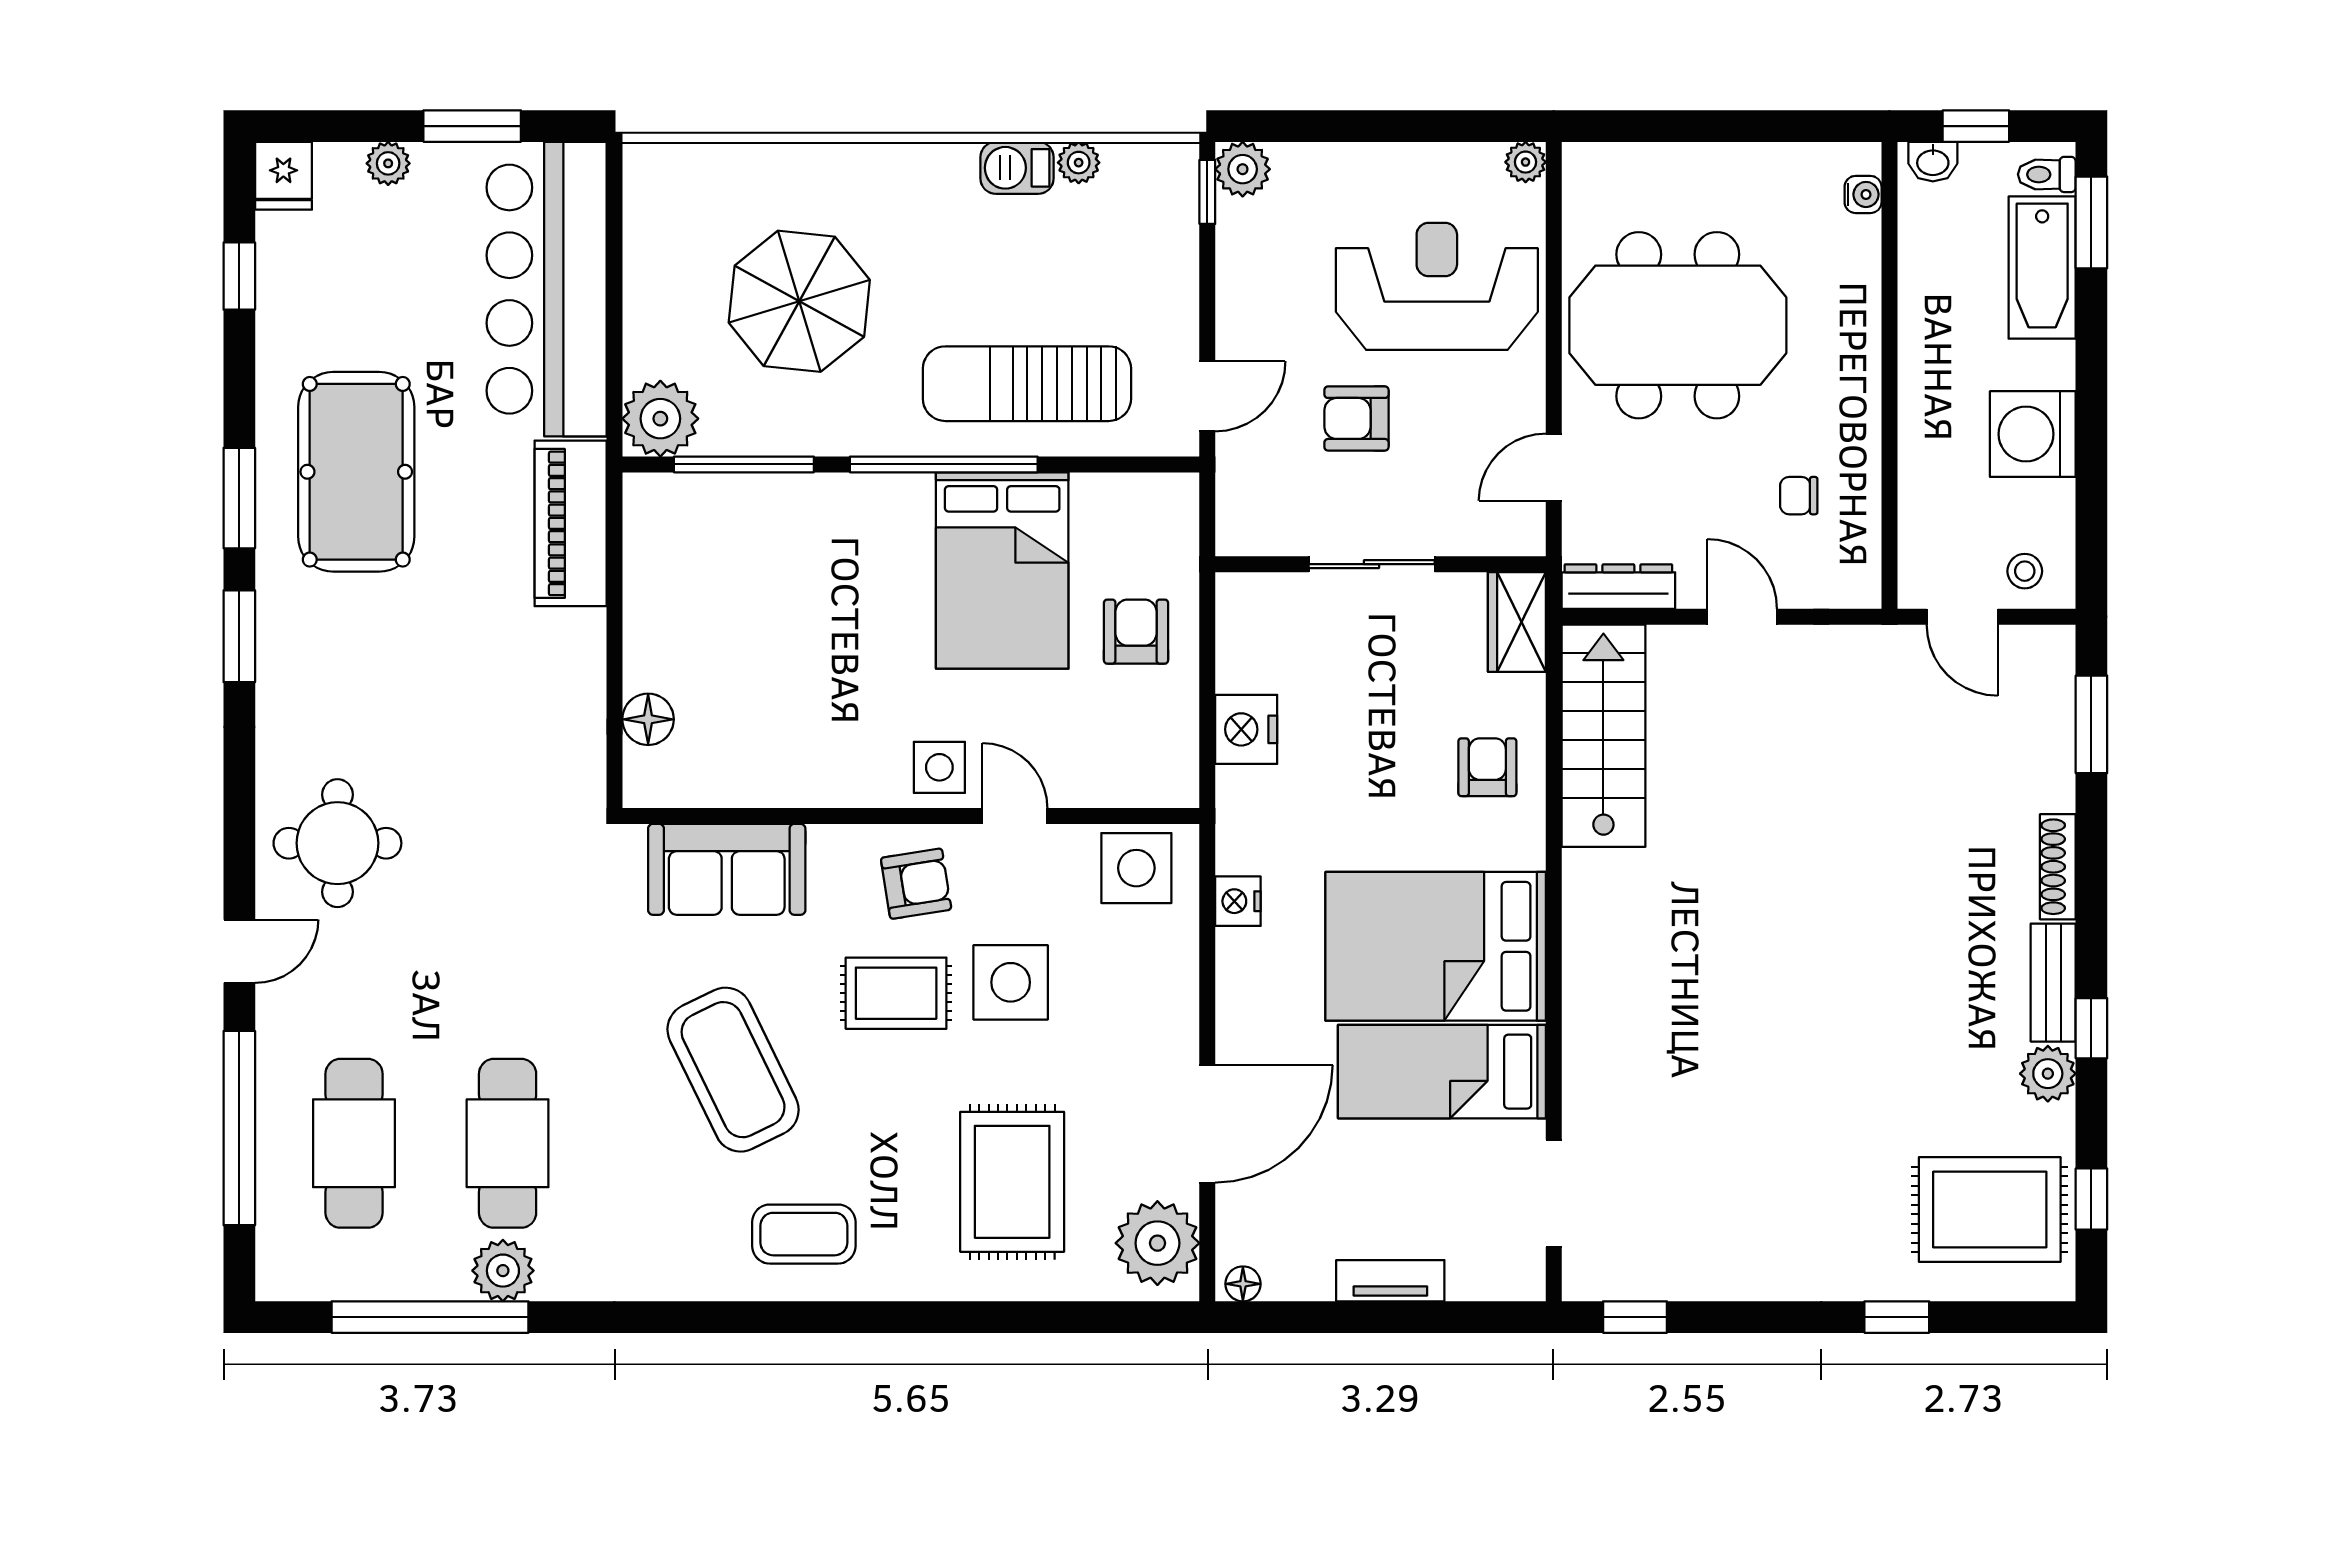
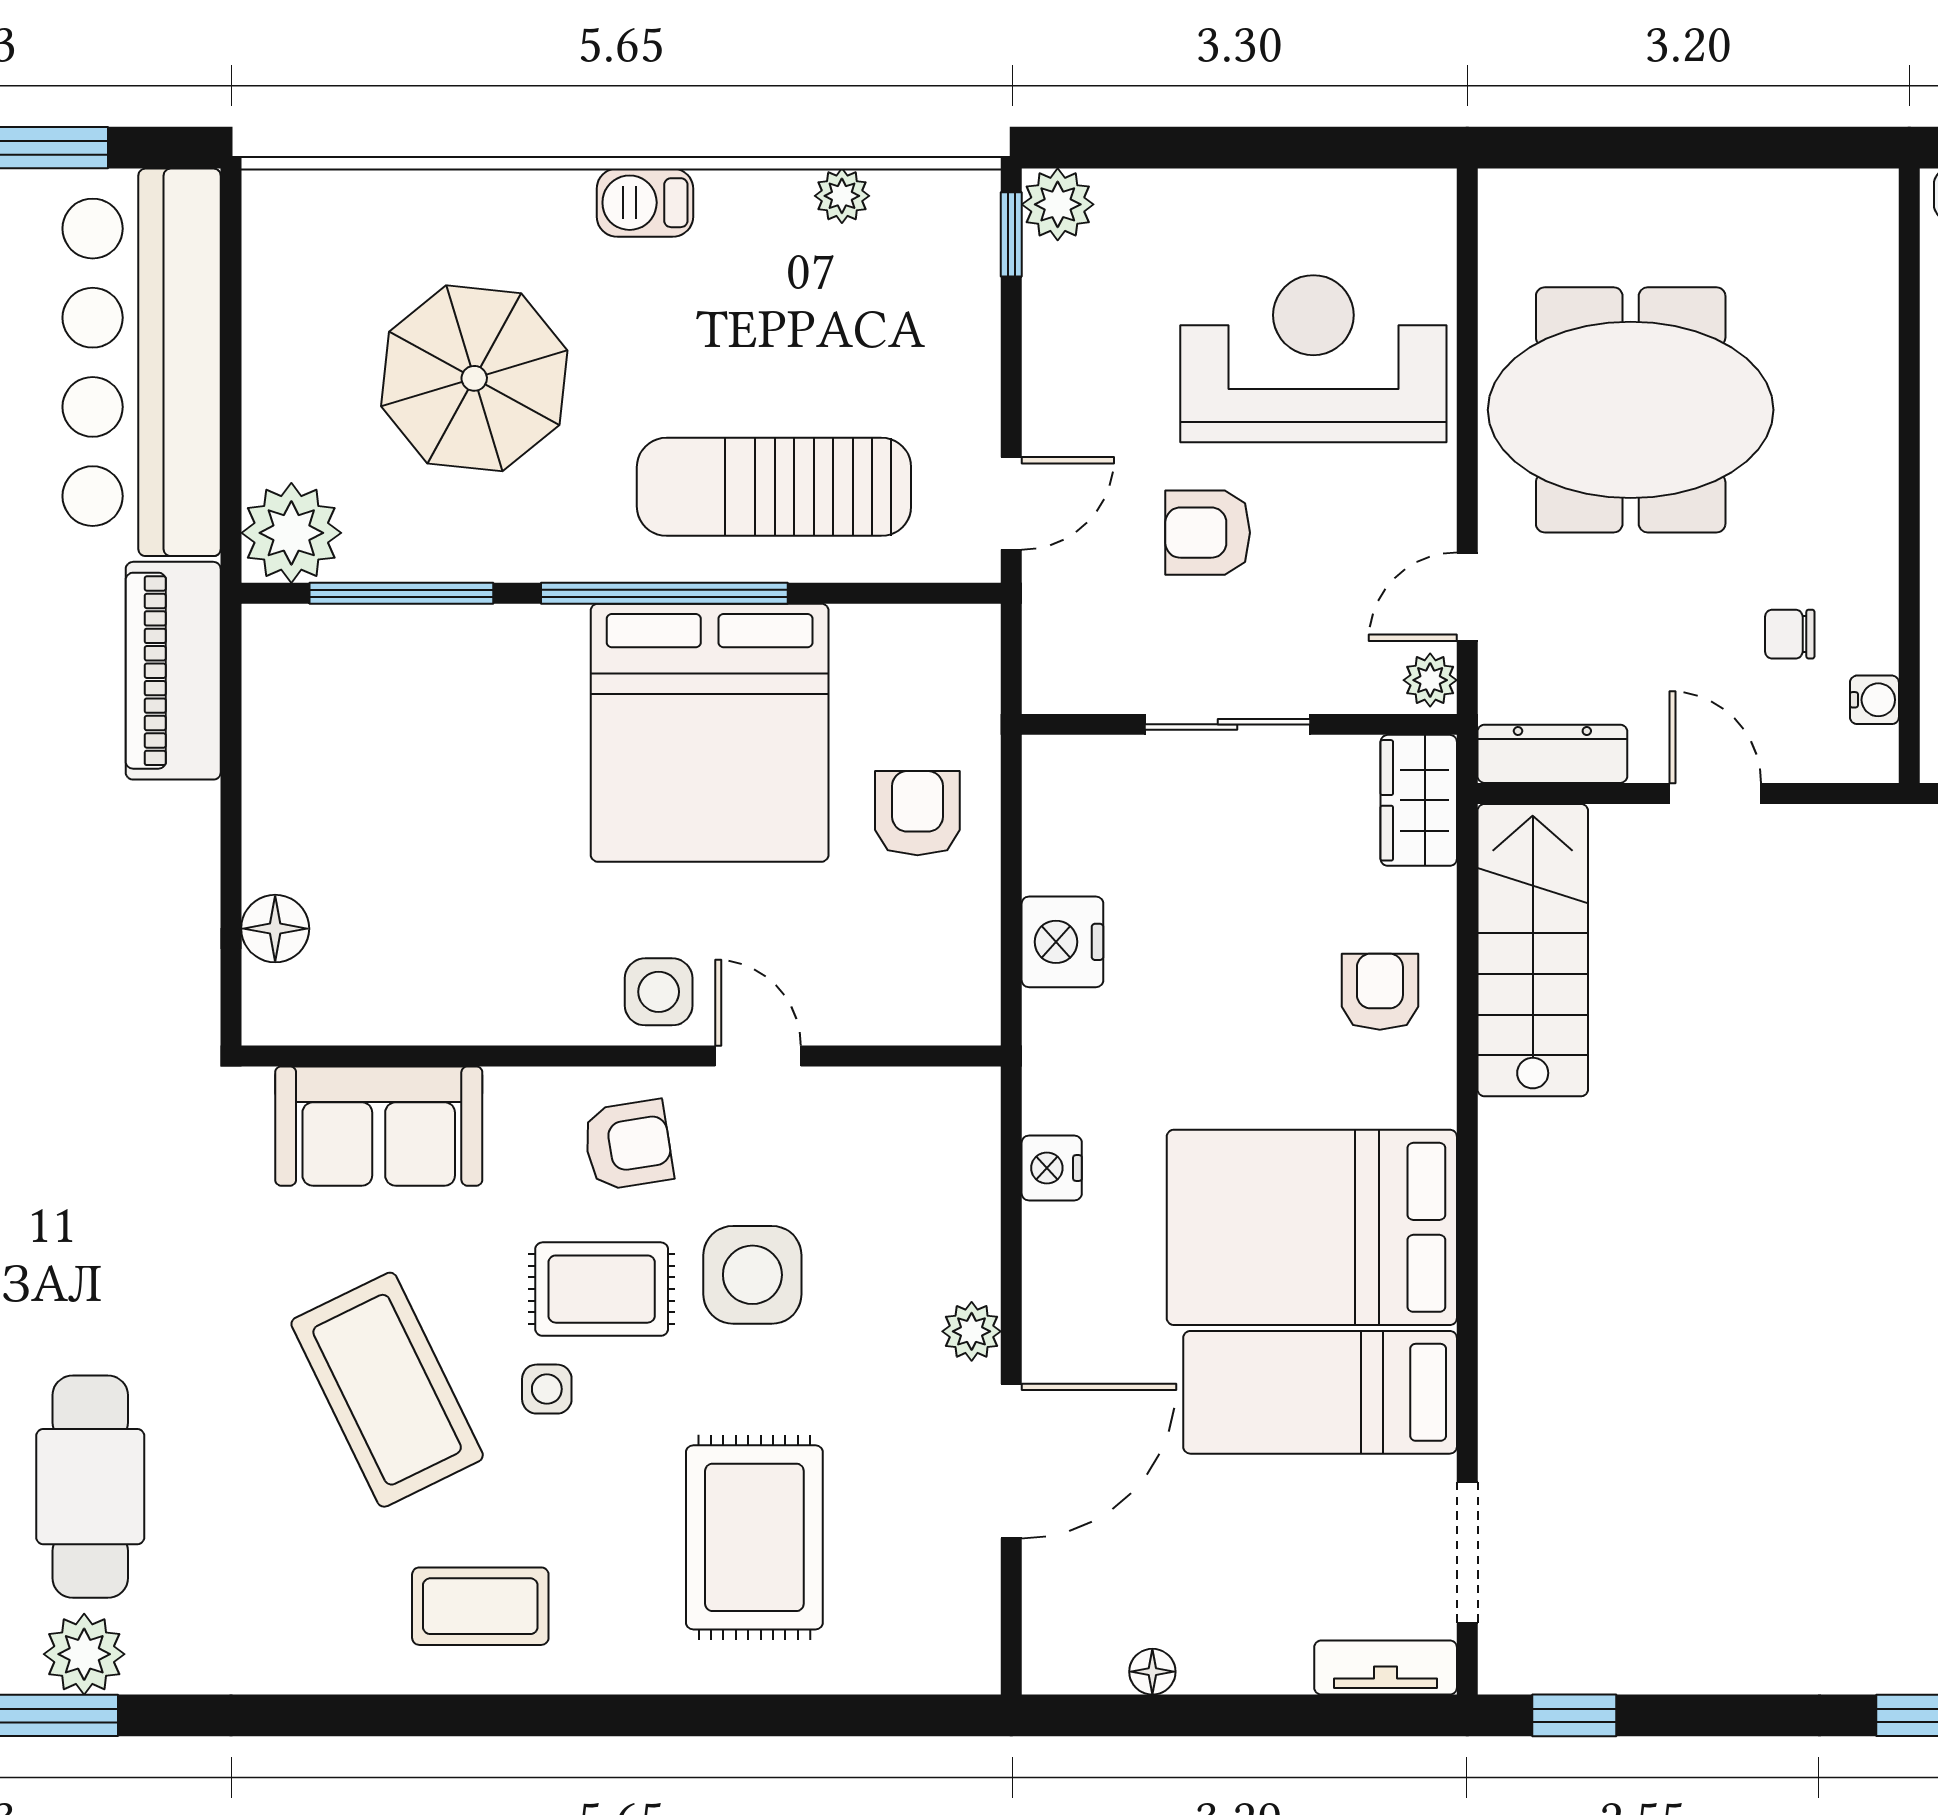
plant: (1526, 162) -> (1430, 680), moved
barbecue: (1017, 168) -> (645, 203), moved
water cooler: (1863, 194) -> (1874, 700), moved
bed: (1002, 570) -> (710, 733), width x1.36
side table: (1136, 868) -> (547, 1389), moved, width x0.54, depth x0.54
plant: (1157, 1243) -> (972, 1331), moved, width x0.53, depth x0.53
tv unit: (1390, 1281) -> (1386, 1668), moved
floor lamp: (1243, 1284) -> (1152, 1672), moved

